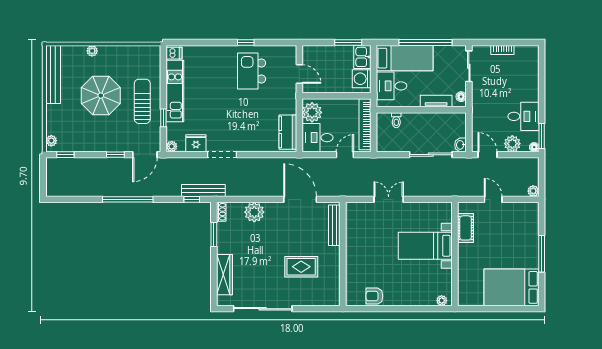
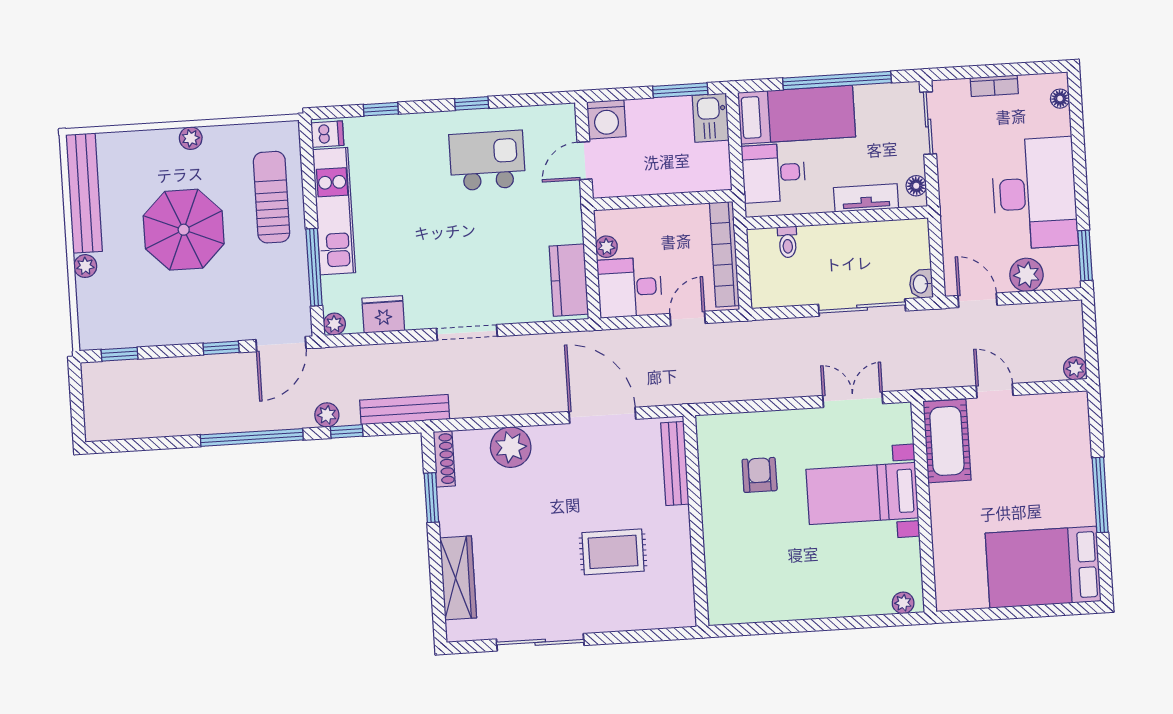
window: (201, 43) -> (381, 109), added
plant: (92, 51) -> (191, 138), moved
kitchen island: (252, 71) -> (487, 160), turned 90
door: (299, 74) -> (585, 161), swing flipped
washing machine: (362, 79) -> (606, 119), moved, turned -90
sun lounger: (142, 101) -> (272, 197), moved
plant: (312, 112) -> (607, 247), width x0.53, depth x0.53
desk: (523, 116) -> (1035, 193), width x1.87, depth x1.30
window: (163, 118) -> (314, 267), width x2.17
plant: (51, 141) -> (85, 266), moved
floor lamp: (534, 147) -> (1060, 99), moved
doorway: (222, 155) -> (467, 332), moved
plant: (165, 191) -> (327, 415), added
window: (192, 199) -> (347, 431), moved
double door: (389, 199) -> (853, 400), moved
shoe rack: (221, 212) -> (444, 459), width x1.43
cot: (466, 228) -> (947, 441), width x1.37, depth x1.34
armchair: (374, 296) -> (760, 475), moved, turned 90
sliding door: (263, 309) -> (540, 642), width x0.73

